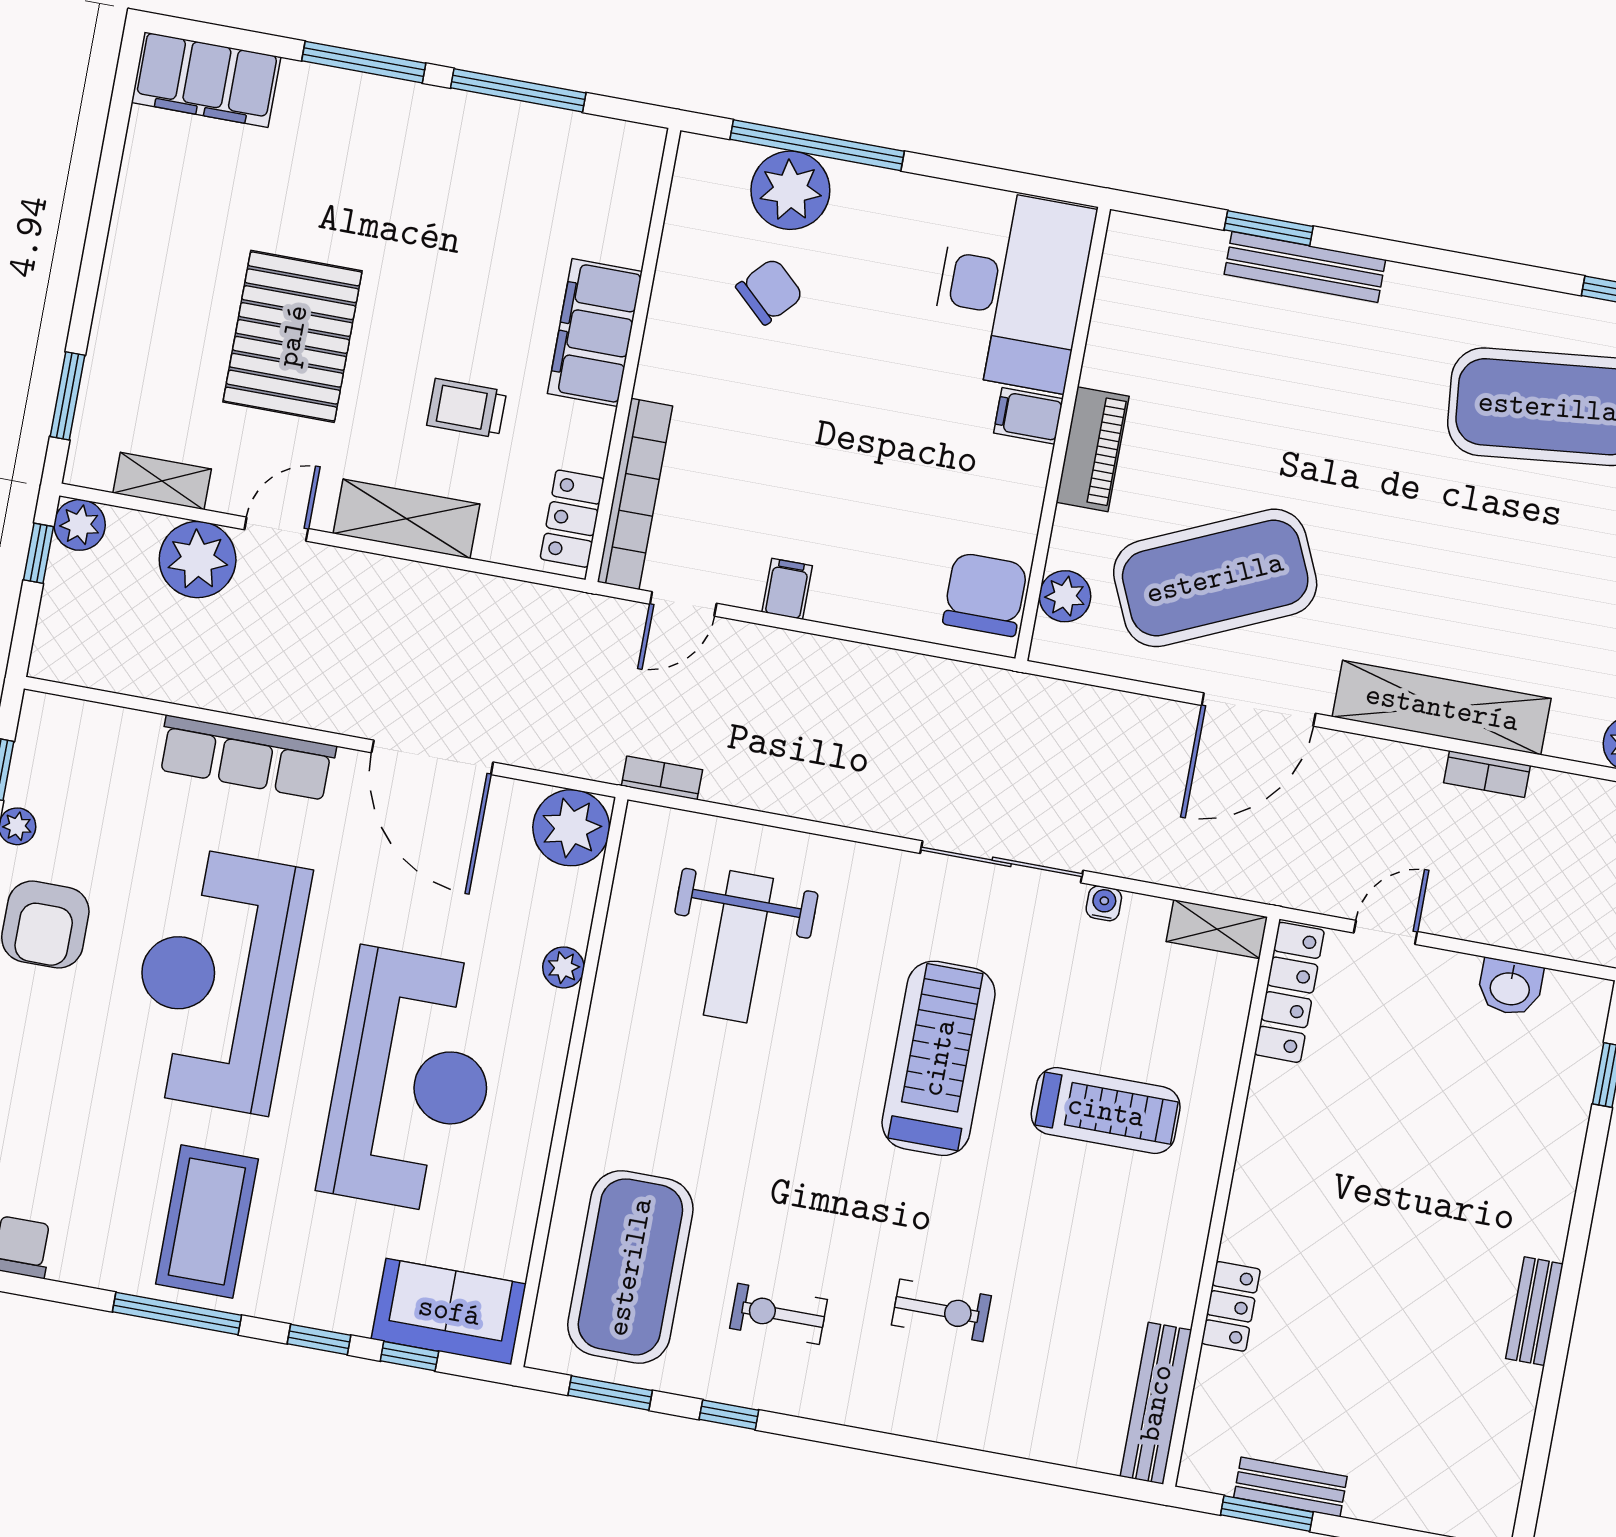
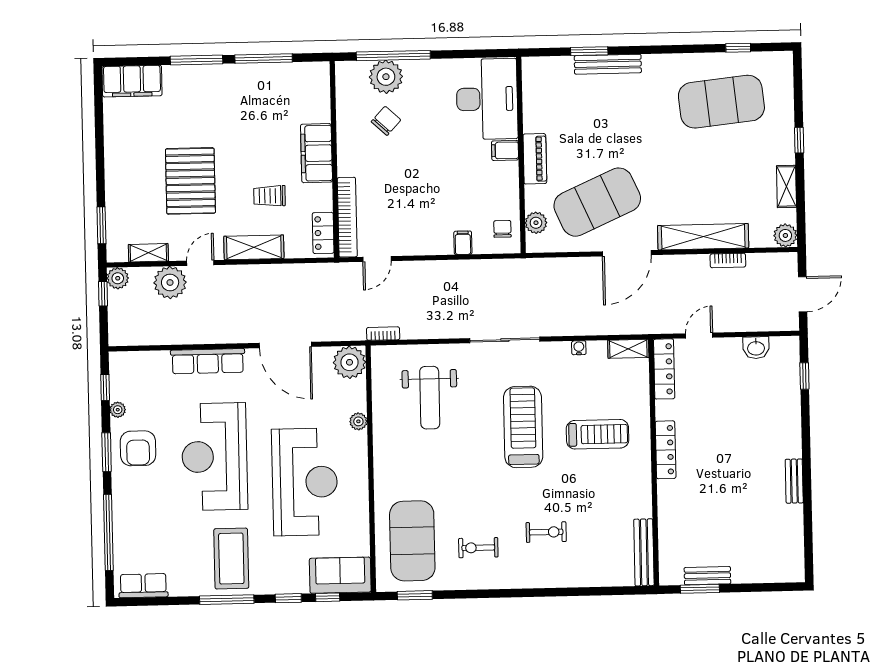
filing cabinet: (787, 589) -> (463, 243), moved
chair: (985, 594) -> (502, 229), width x0.54, depth x0.54
sliding door: (1002, 862) -> (505, 340), moved
locker: (1231, 1306) -> (666, 450), moved, width x1.53
window: (729, 1415) -> (466, 594), removed

